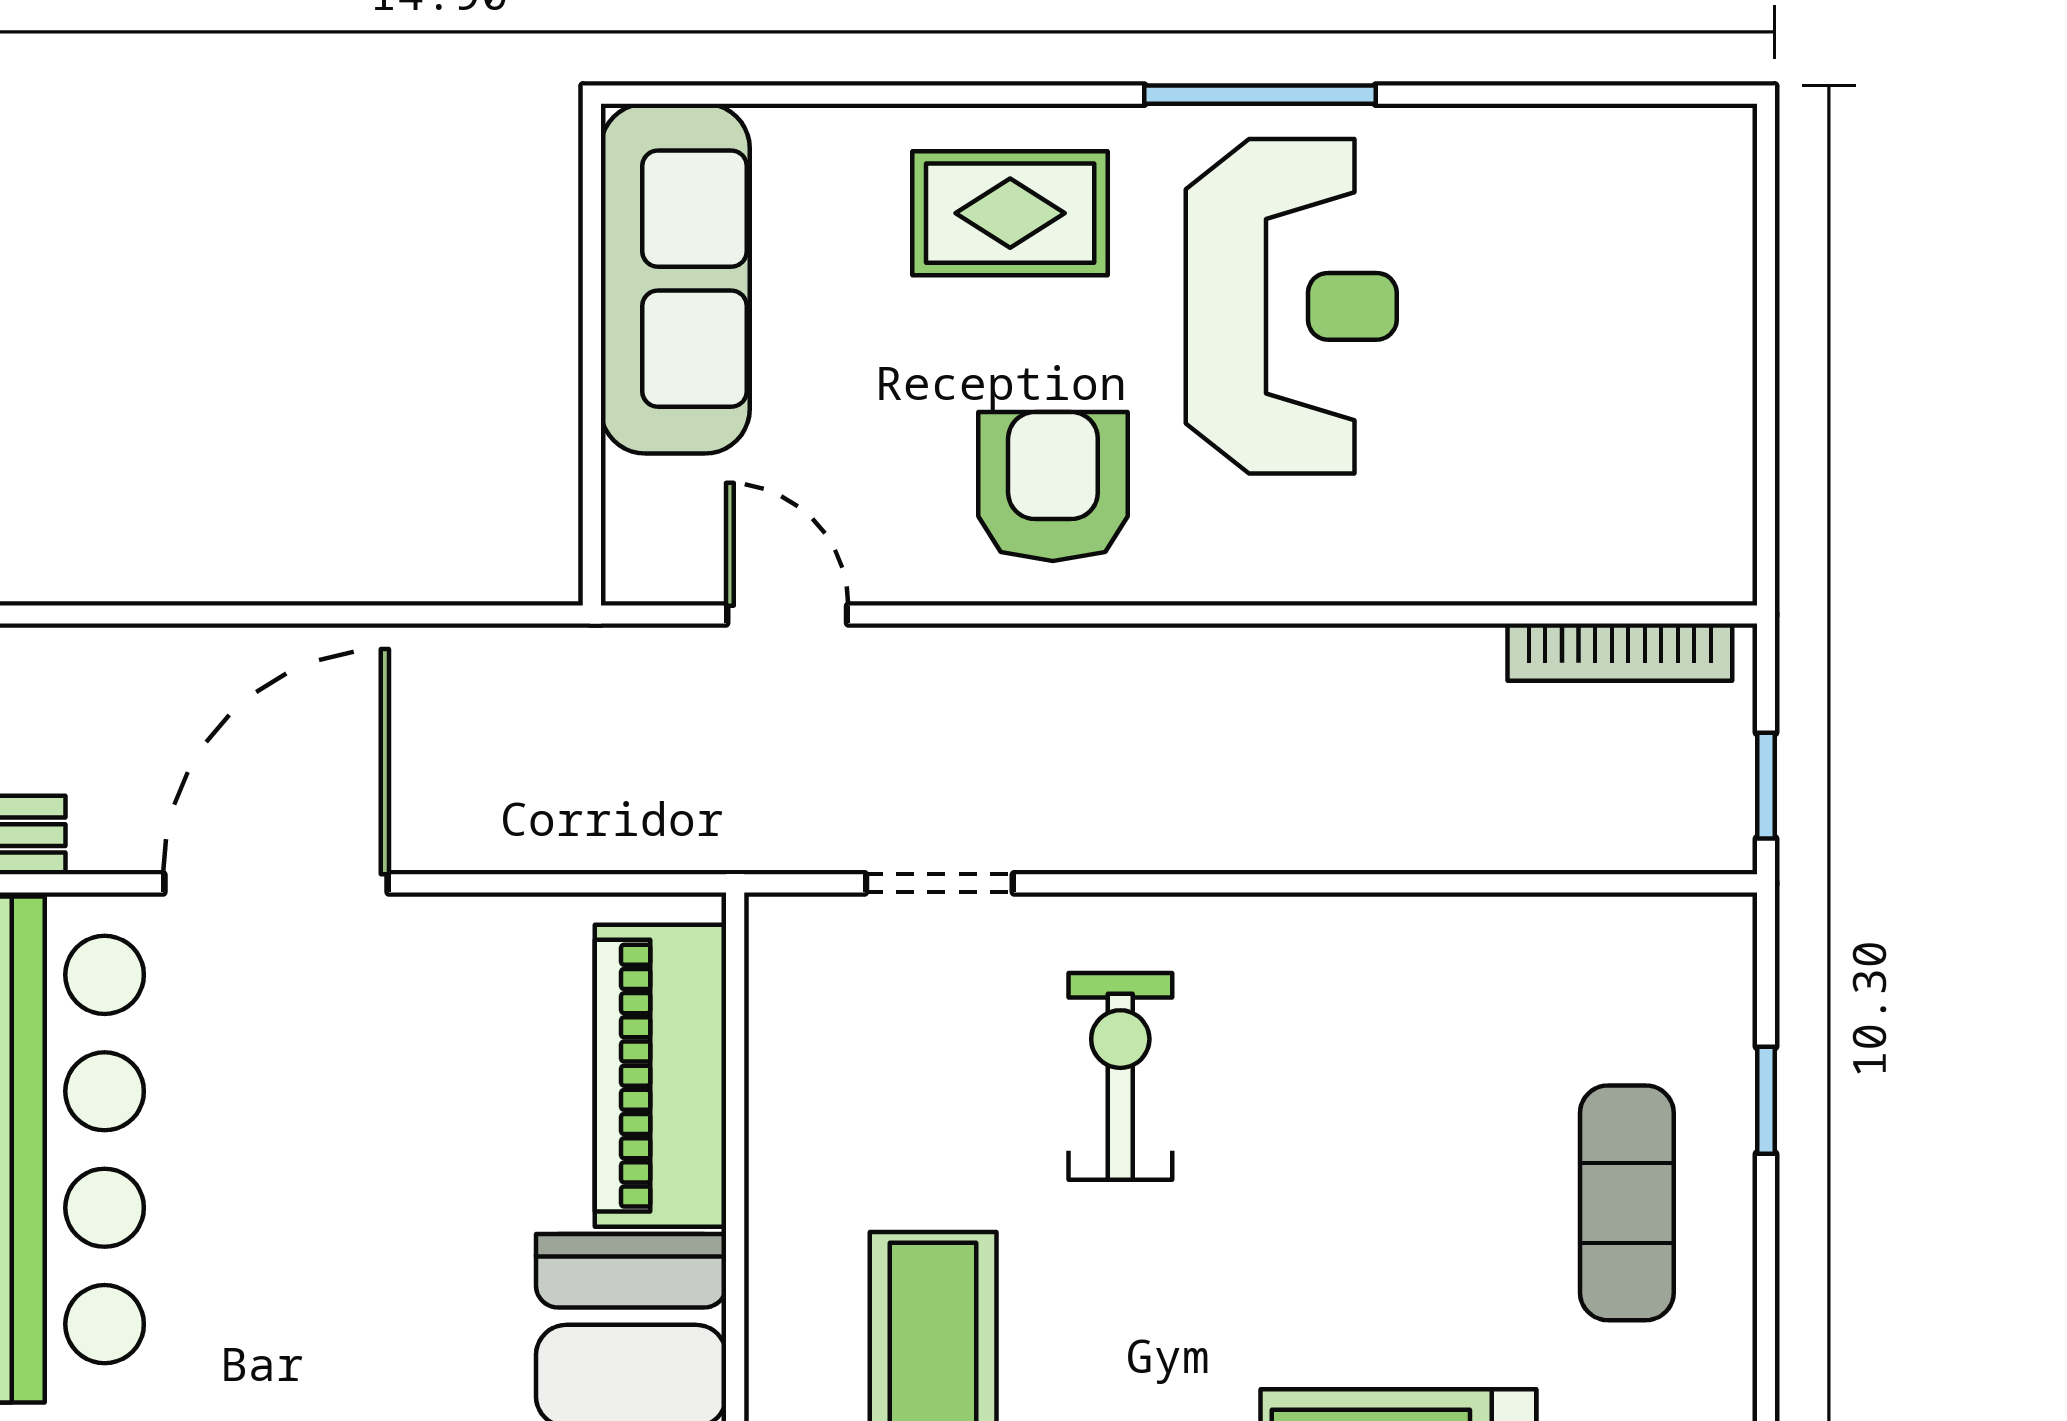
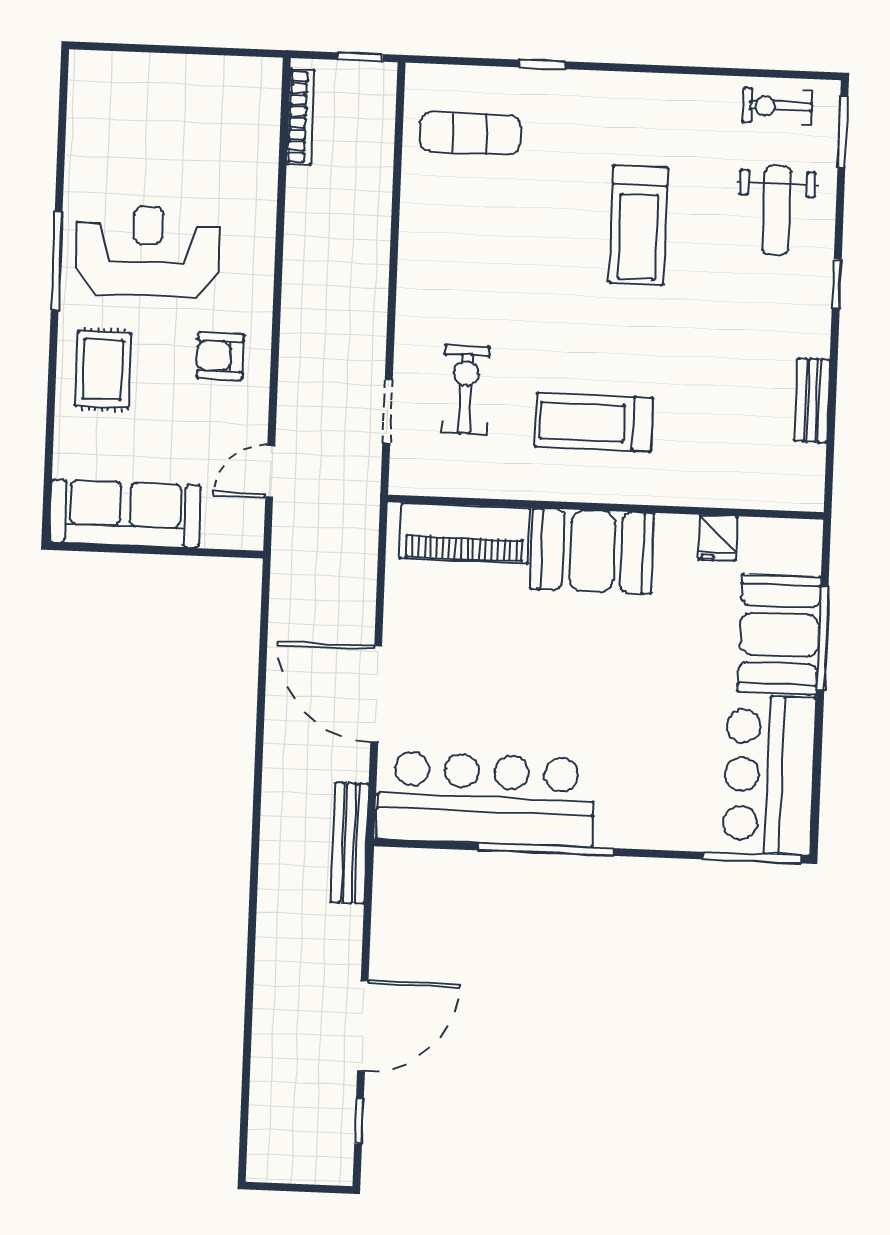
armchair: (1053, 486) -> (220, 356), width x0.72, depth x0.72
exercise bike: (1120, 1076) -> (466, 390), moved, turned 90
window: (1766, 1100) -> (543, 64), moved
exercise mat: (1627, 1203) -> (470, 133), moved

